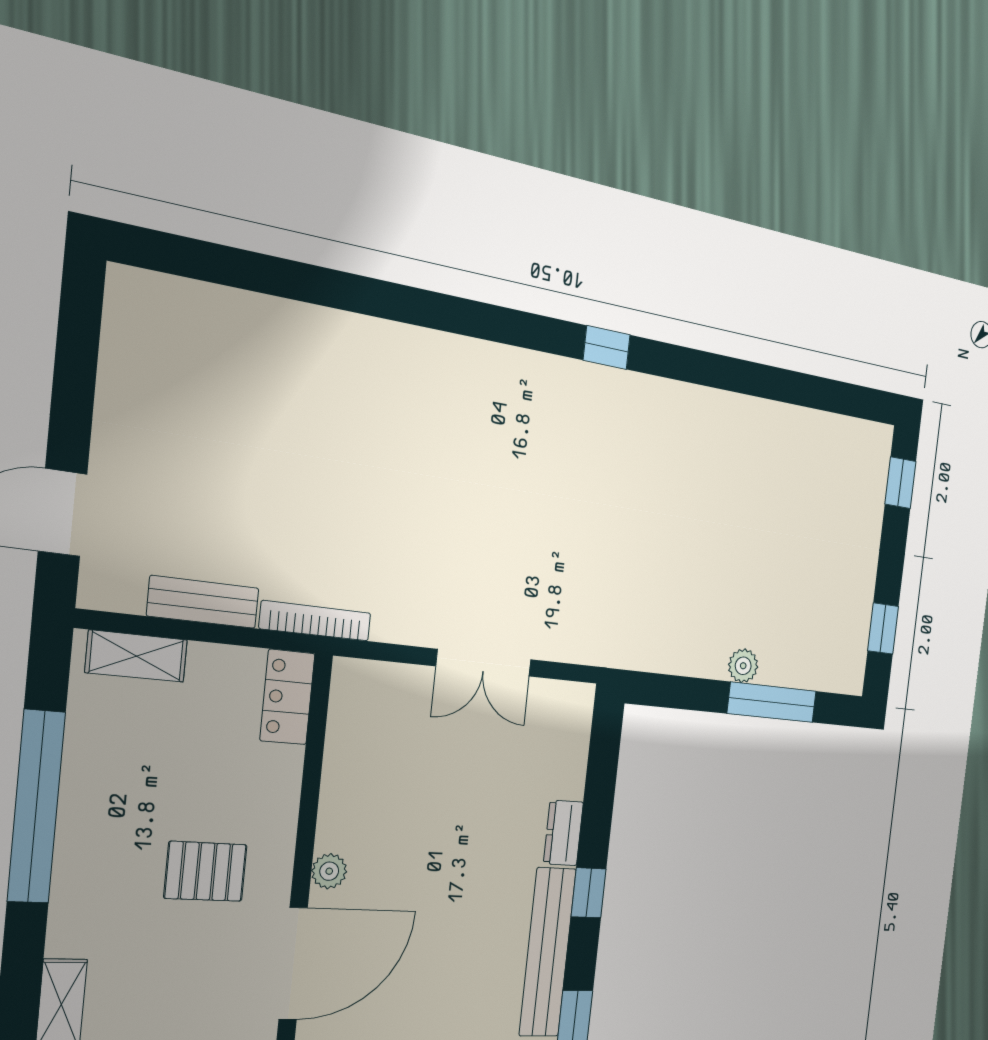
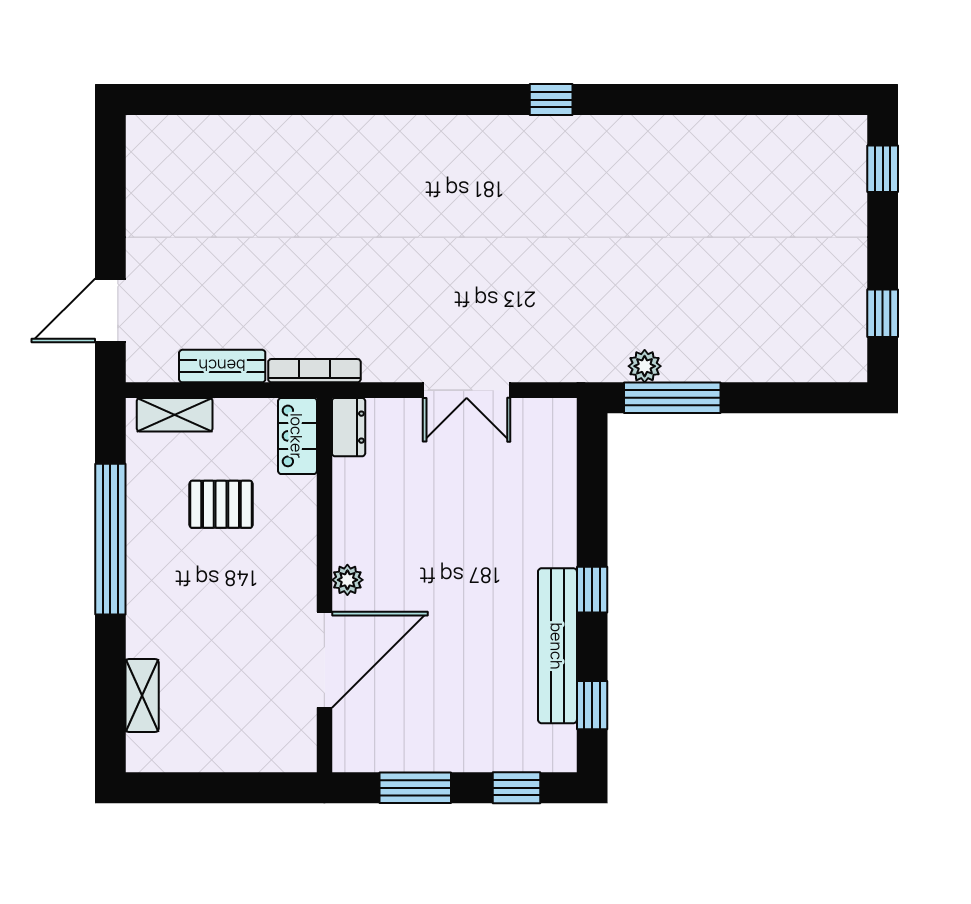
plant: (743, 666) -> (645, 366), moved
window: (772, 702) -> (672, 398), moved
dresser: (563, 833) -> (349, 427), moved, turned 180
pallet: (206, 871) -> (221, 504), moved

